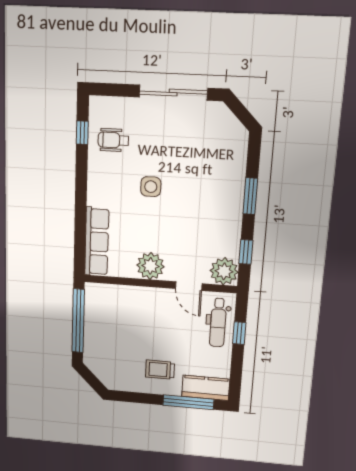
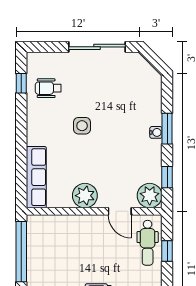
water cooler: (237, 200) -> (156, 132), added

